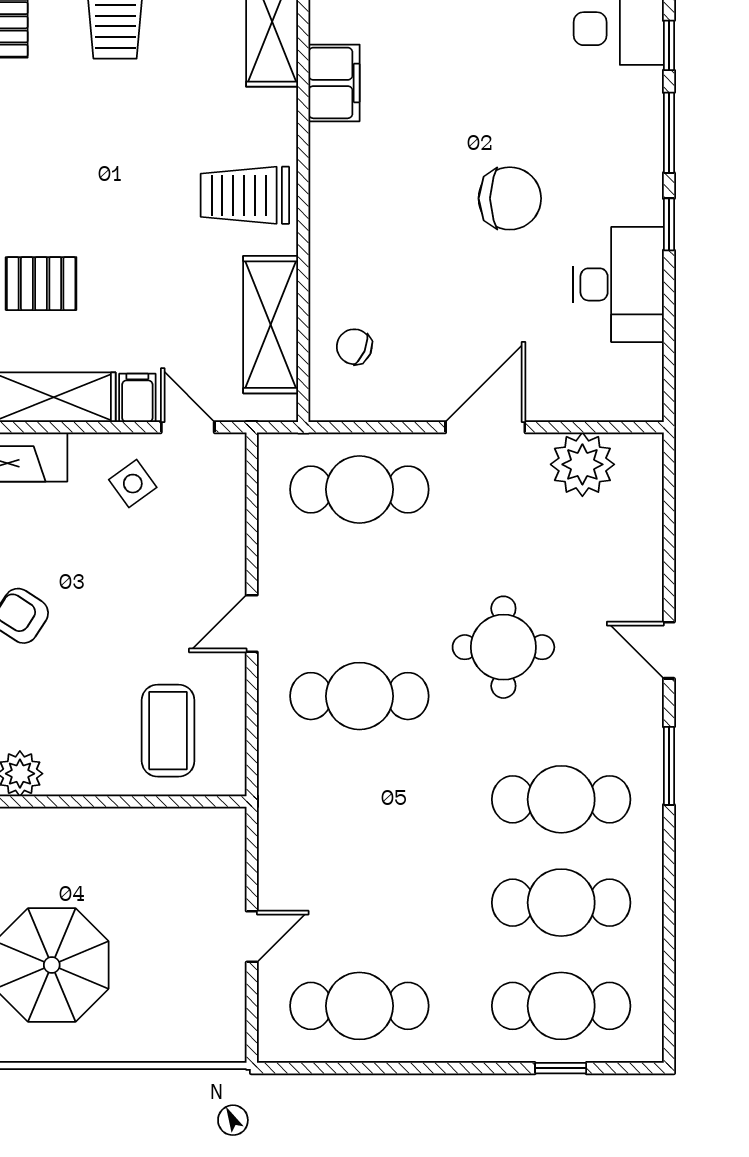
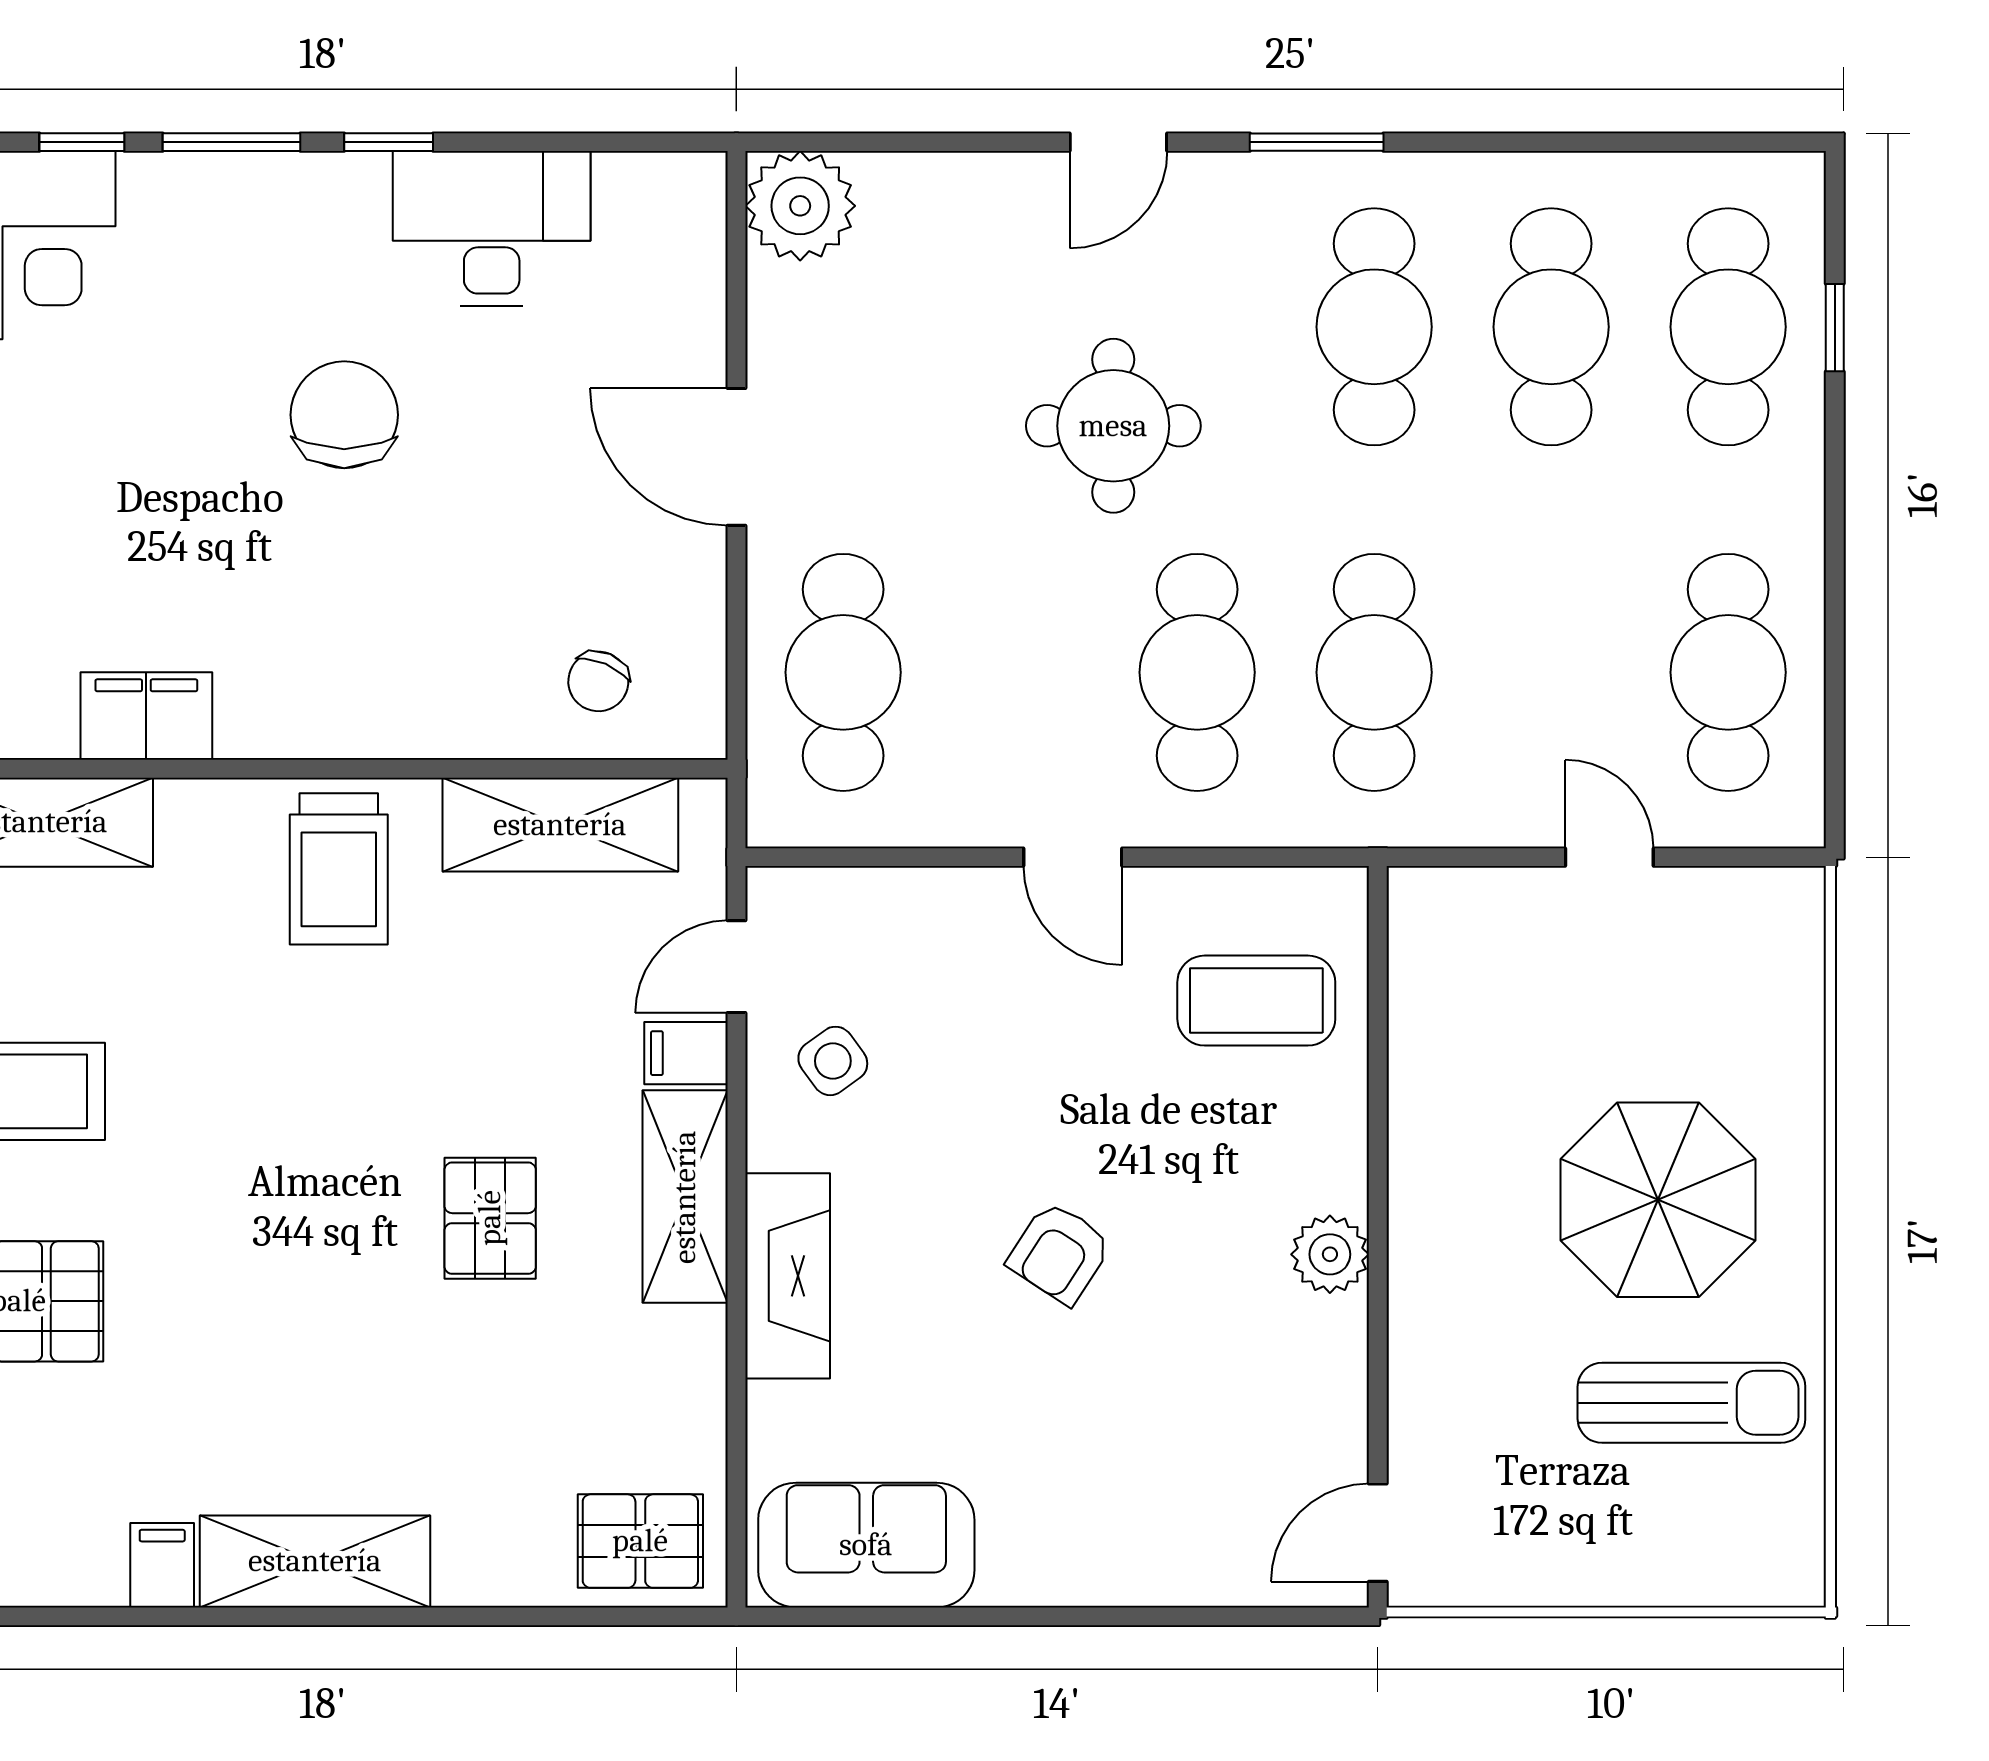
plant: (582, 464) -> (800, 206), moved
cafe table: (359, 799) -> (1374, 672), added

